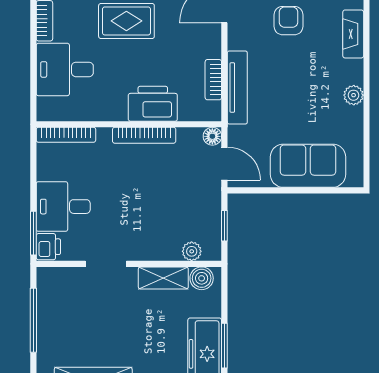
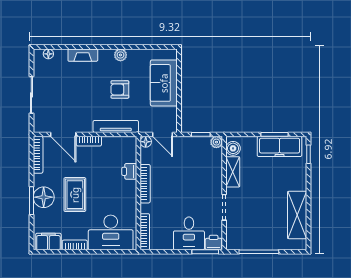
armchair: (289, 21) -> (120, 89), moved
desk: (65, 69) -> (111, 232), width x1.37
bookcase: (213, 80) -> (89, 141), moved
printer: (153, 104) -> (129, 171), width x0.53, depth x0.68
door: (224, 164) -> (163, 134), swing flipped
plant: (192, 251) -> (216, 142), moved

